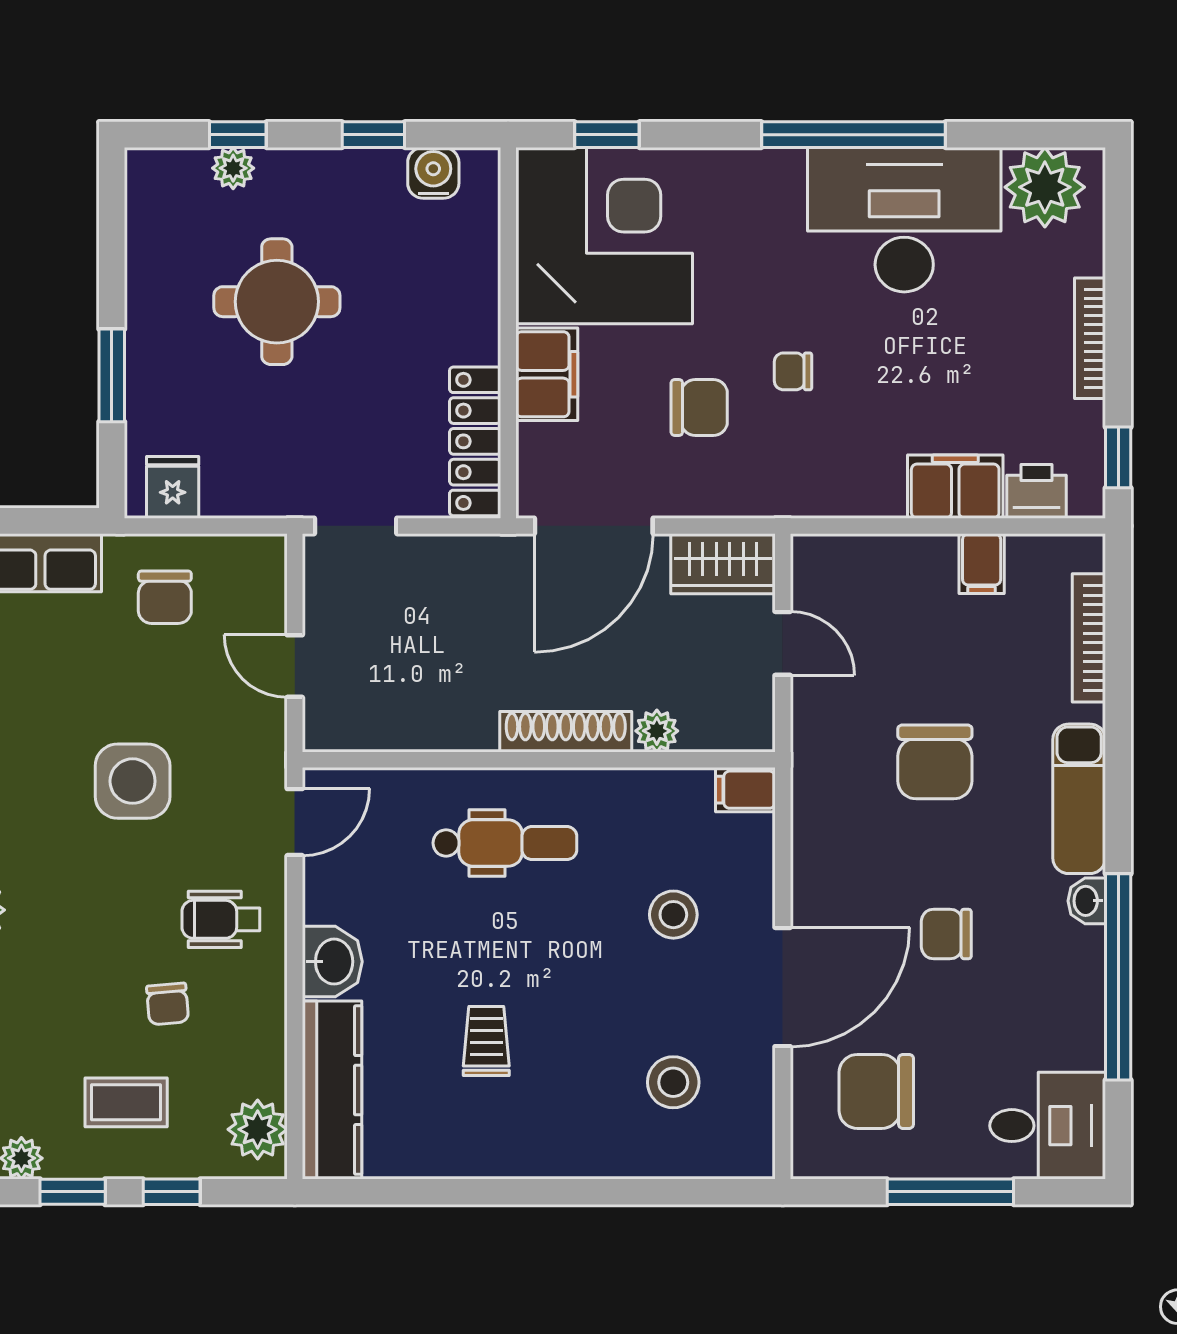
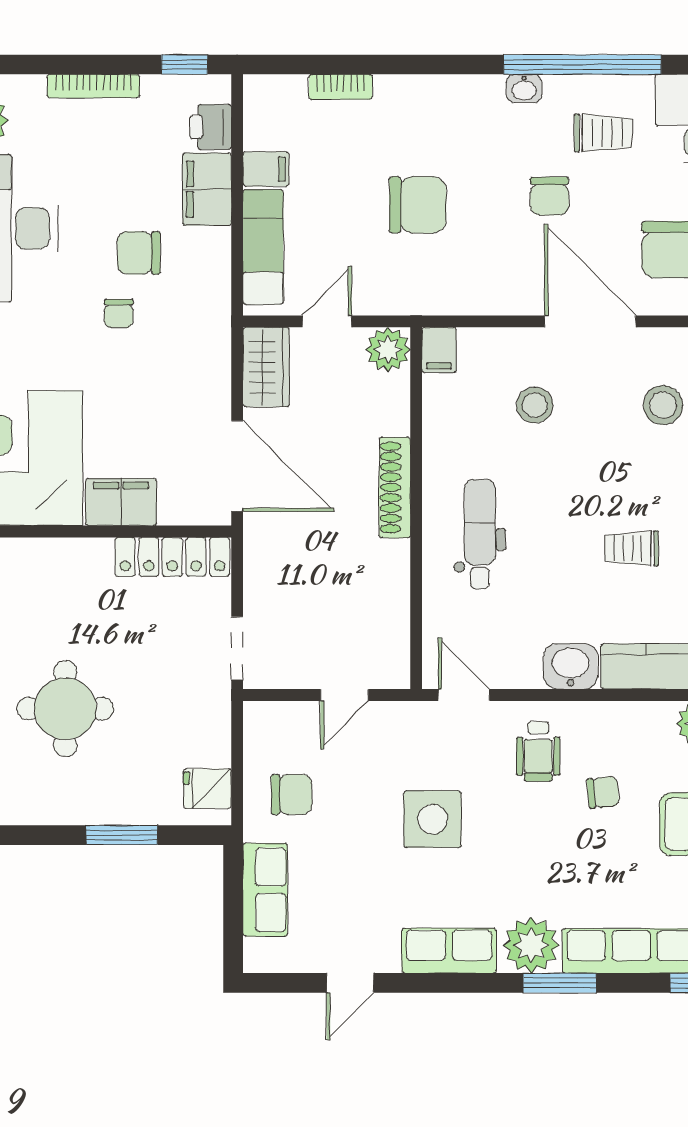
chair: (699, 408) -> (139, 253), moved, turned -90
bookcase: (1089, 638) -> (341, 87), width x0.64
plant: (657, 731) -> (388, 349), moved, width x1.38, depth x1.38
exam couch: (1079, 799) -> (263, 247), moved, turned -90
trolley: (1029, 1004) -> (603, 133), added

